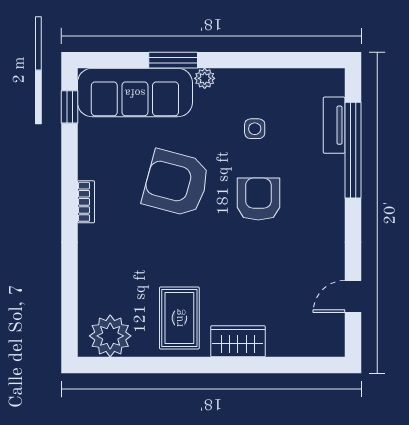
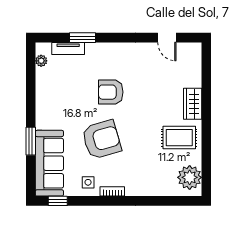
plant: (205, 78) -> (41, 61), moved
side table: (255, 129) -> (88, 182), moved
window: (353, 150) -> (83, 38), width x0.47
armchair: (176, 183) -> (102, 139), turned -121

